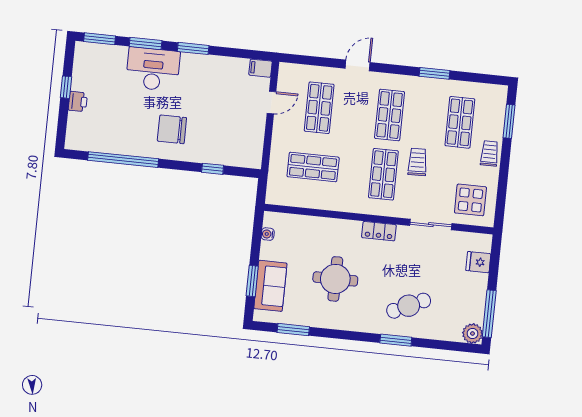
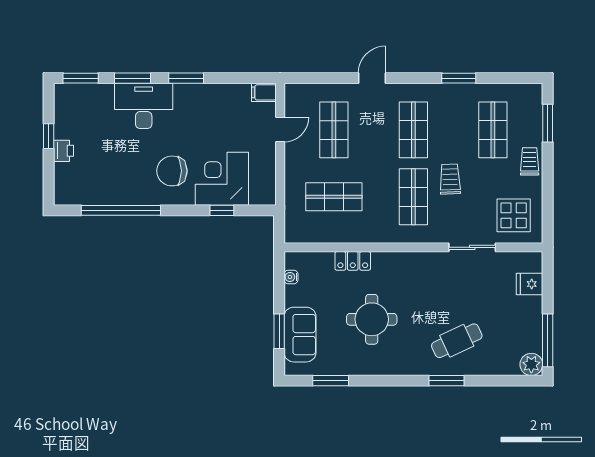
corner desk: (215, 141) -> (222, 179), added
locker: (379, 231) -> (353, 261), moved

